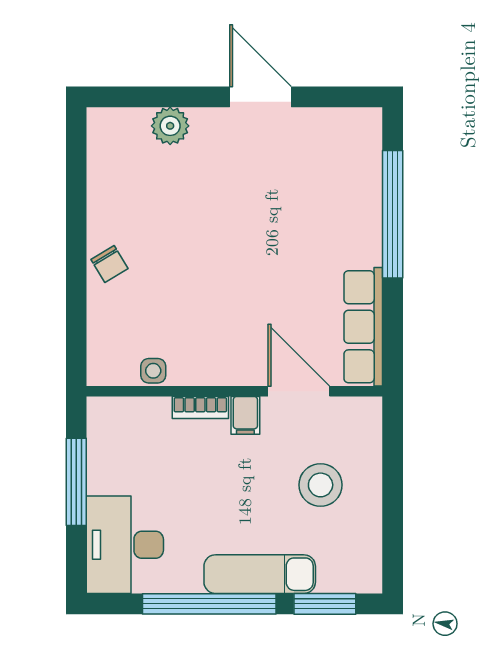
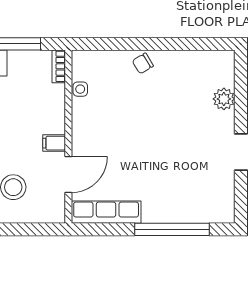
bookcase: (200, 407) -> (59, 66), moved

